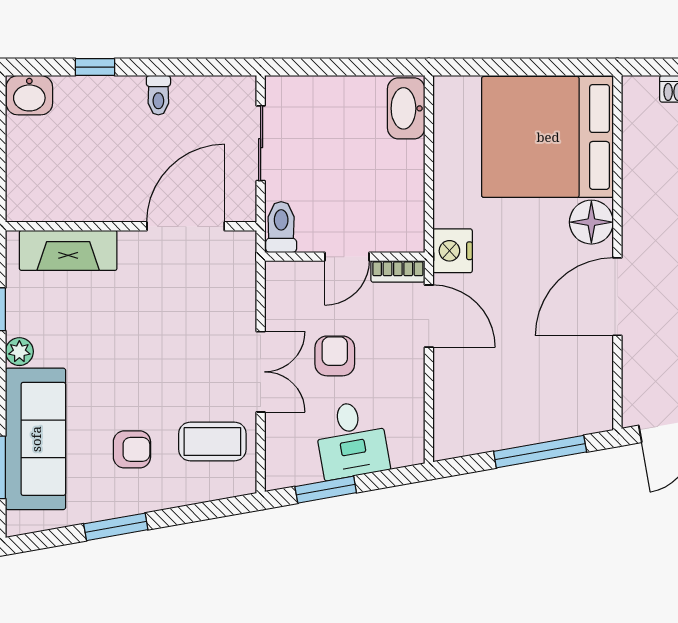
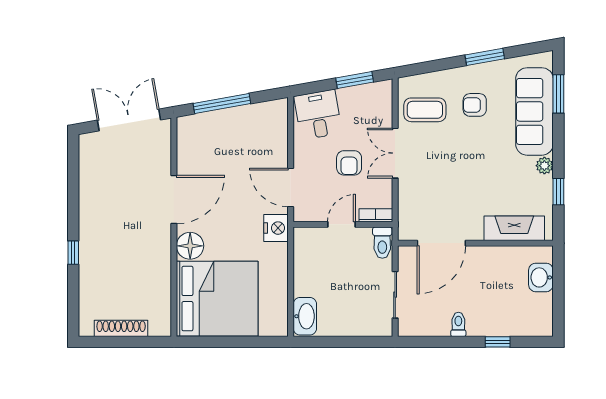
washbasin: (29, 95) -> (541, 277), moved, turned -90
bookcase: (398, 271) -> (376, 215), moved
desk: (352, 440) -> (318, 115), moved

